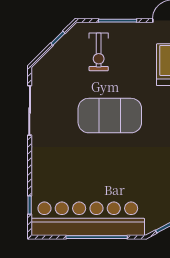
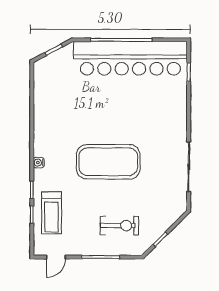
exercise bike: (99, 52) -> (119, 226), turned 90

